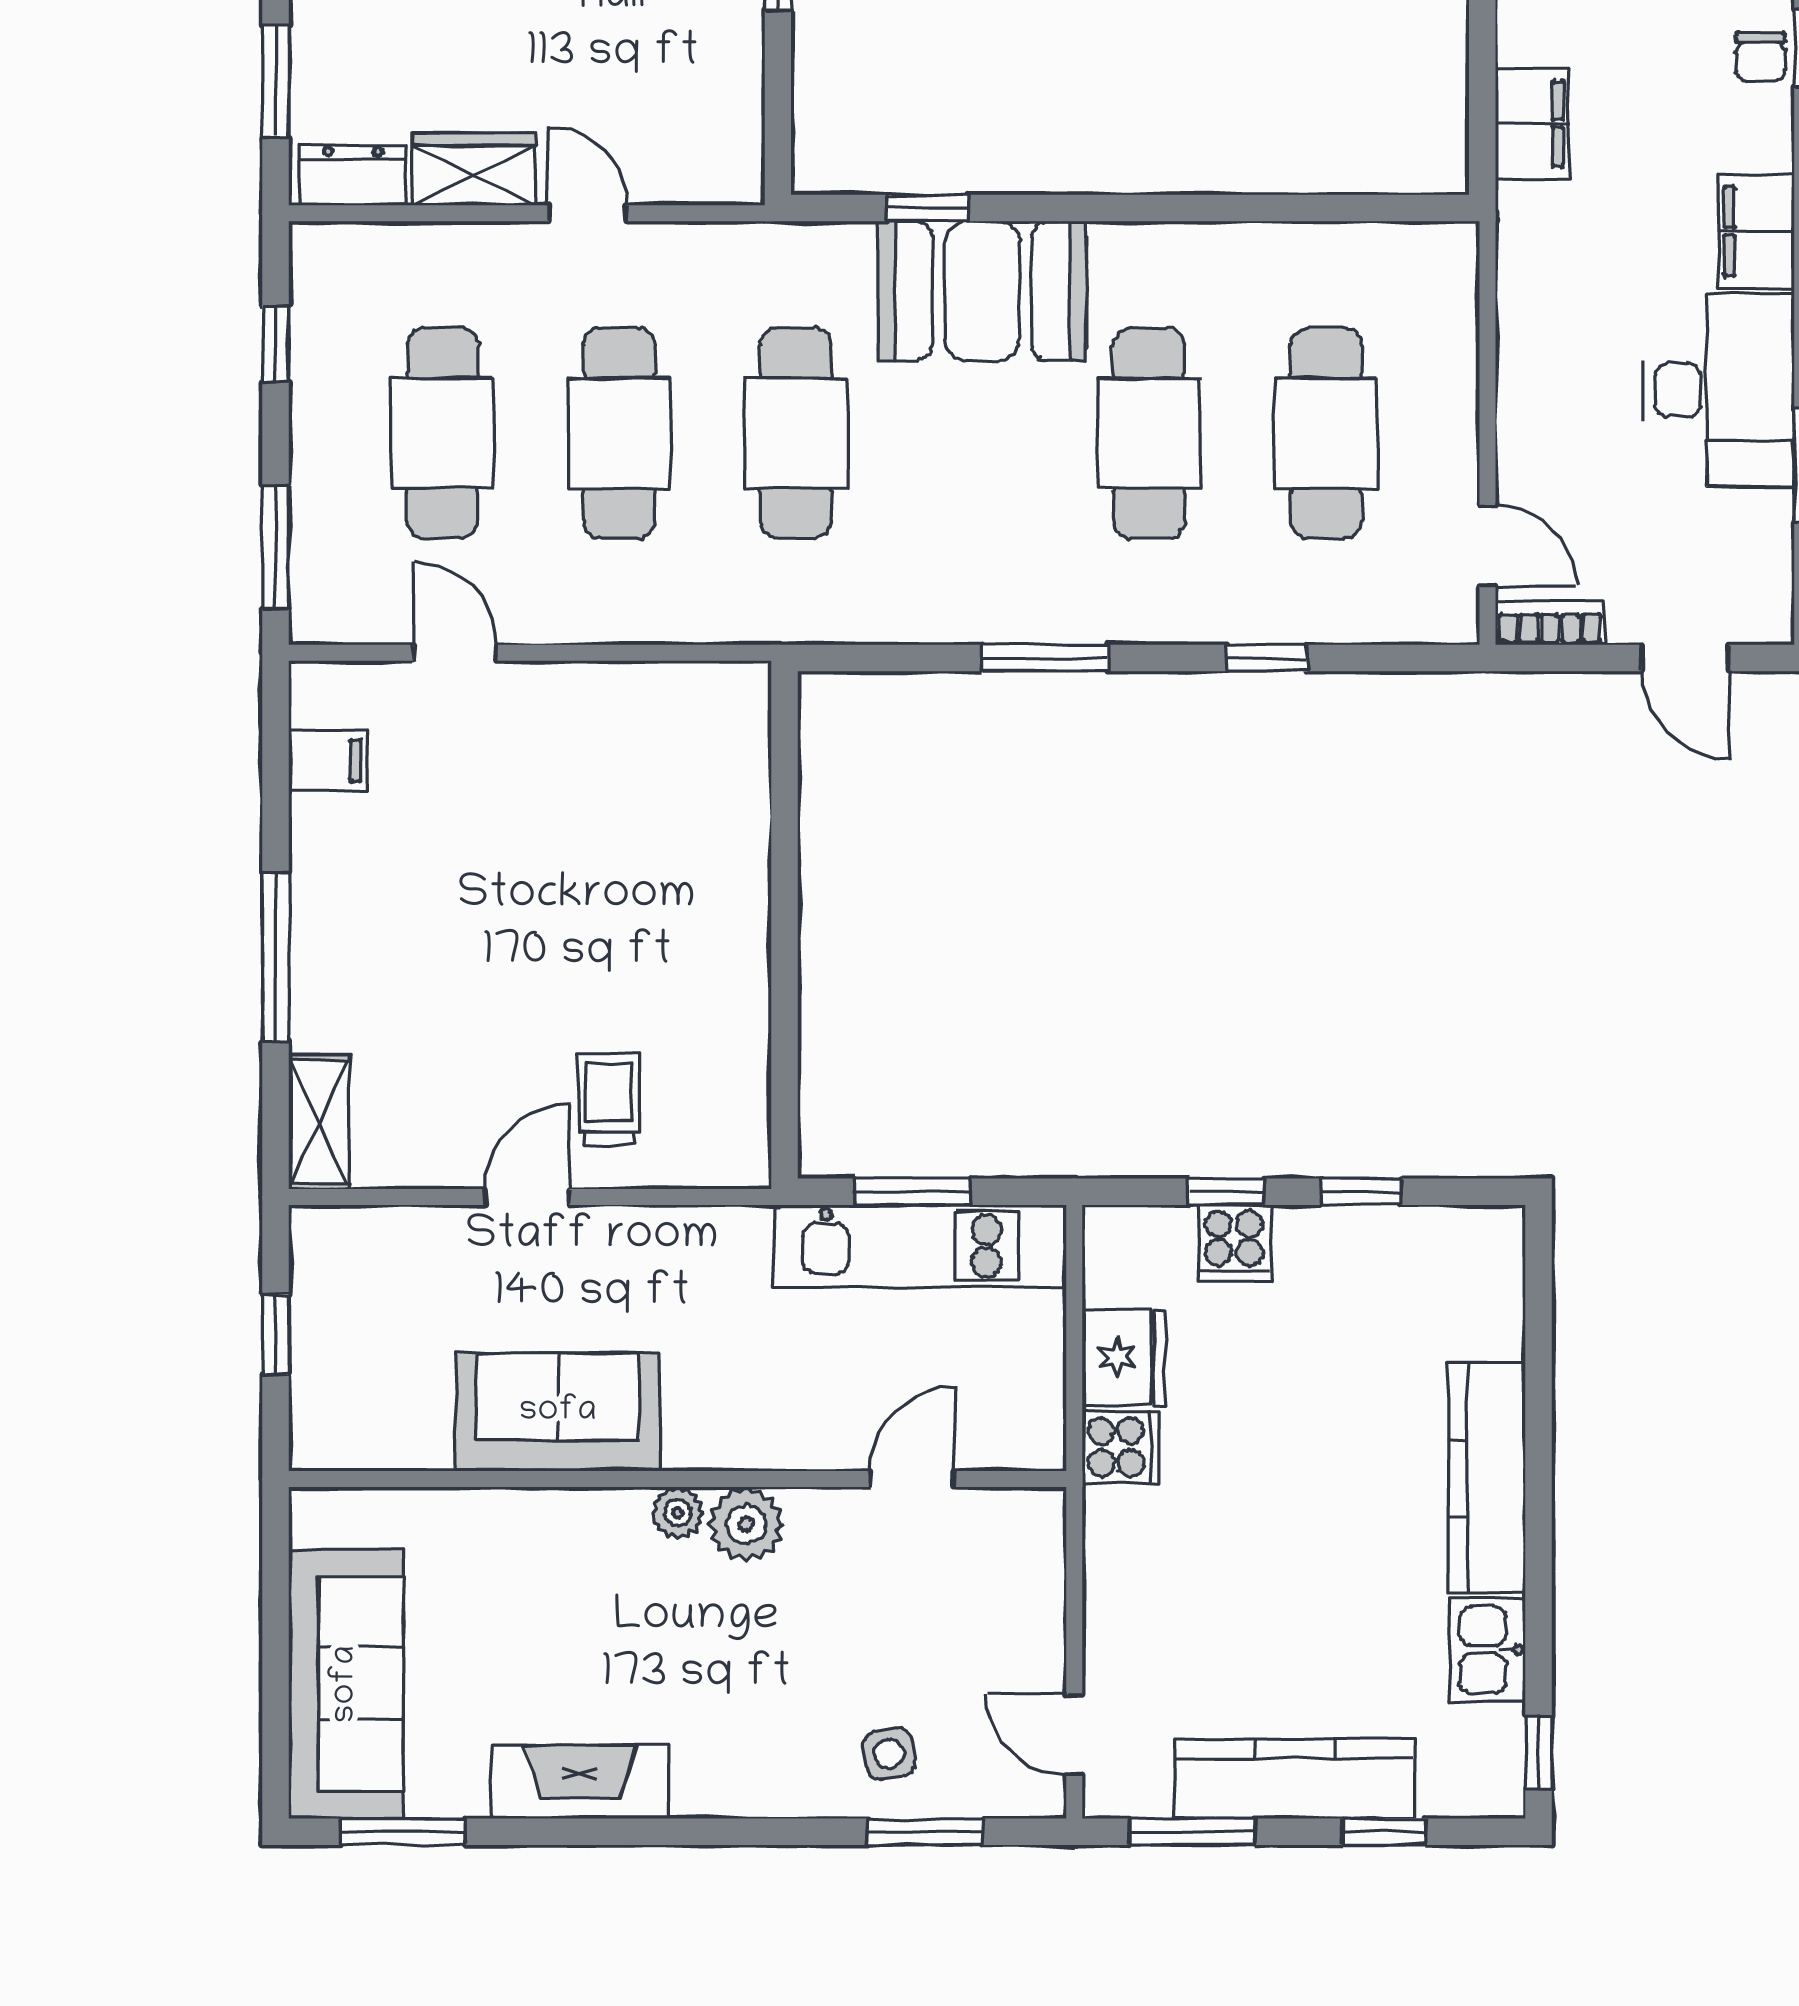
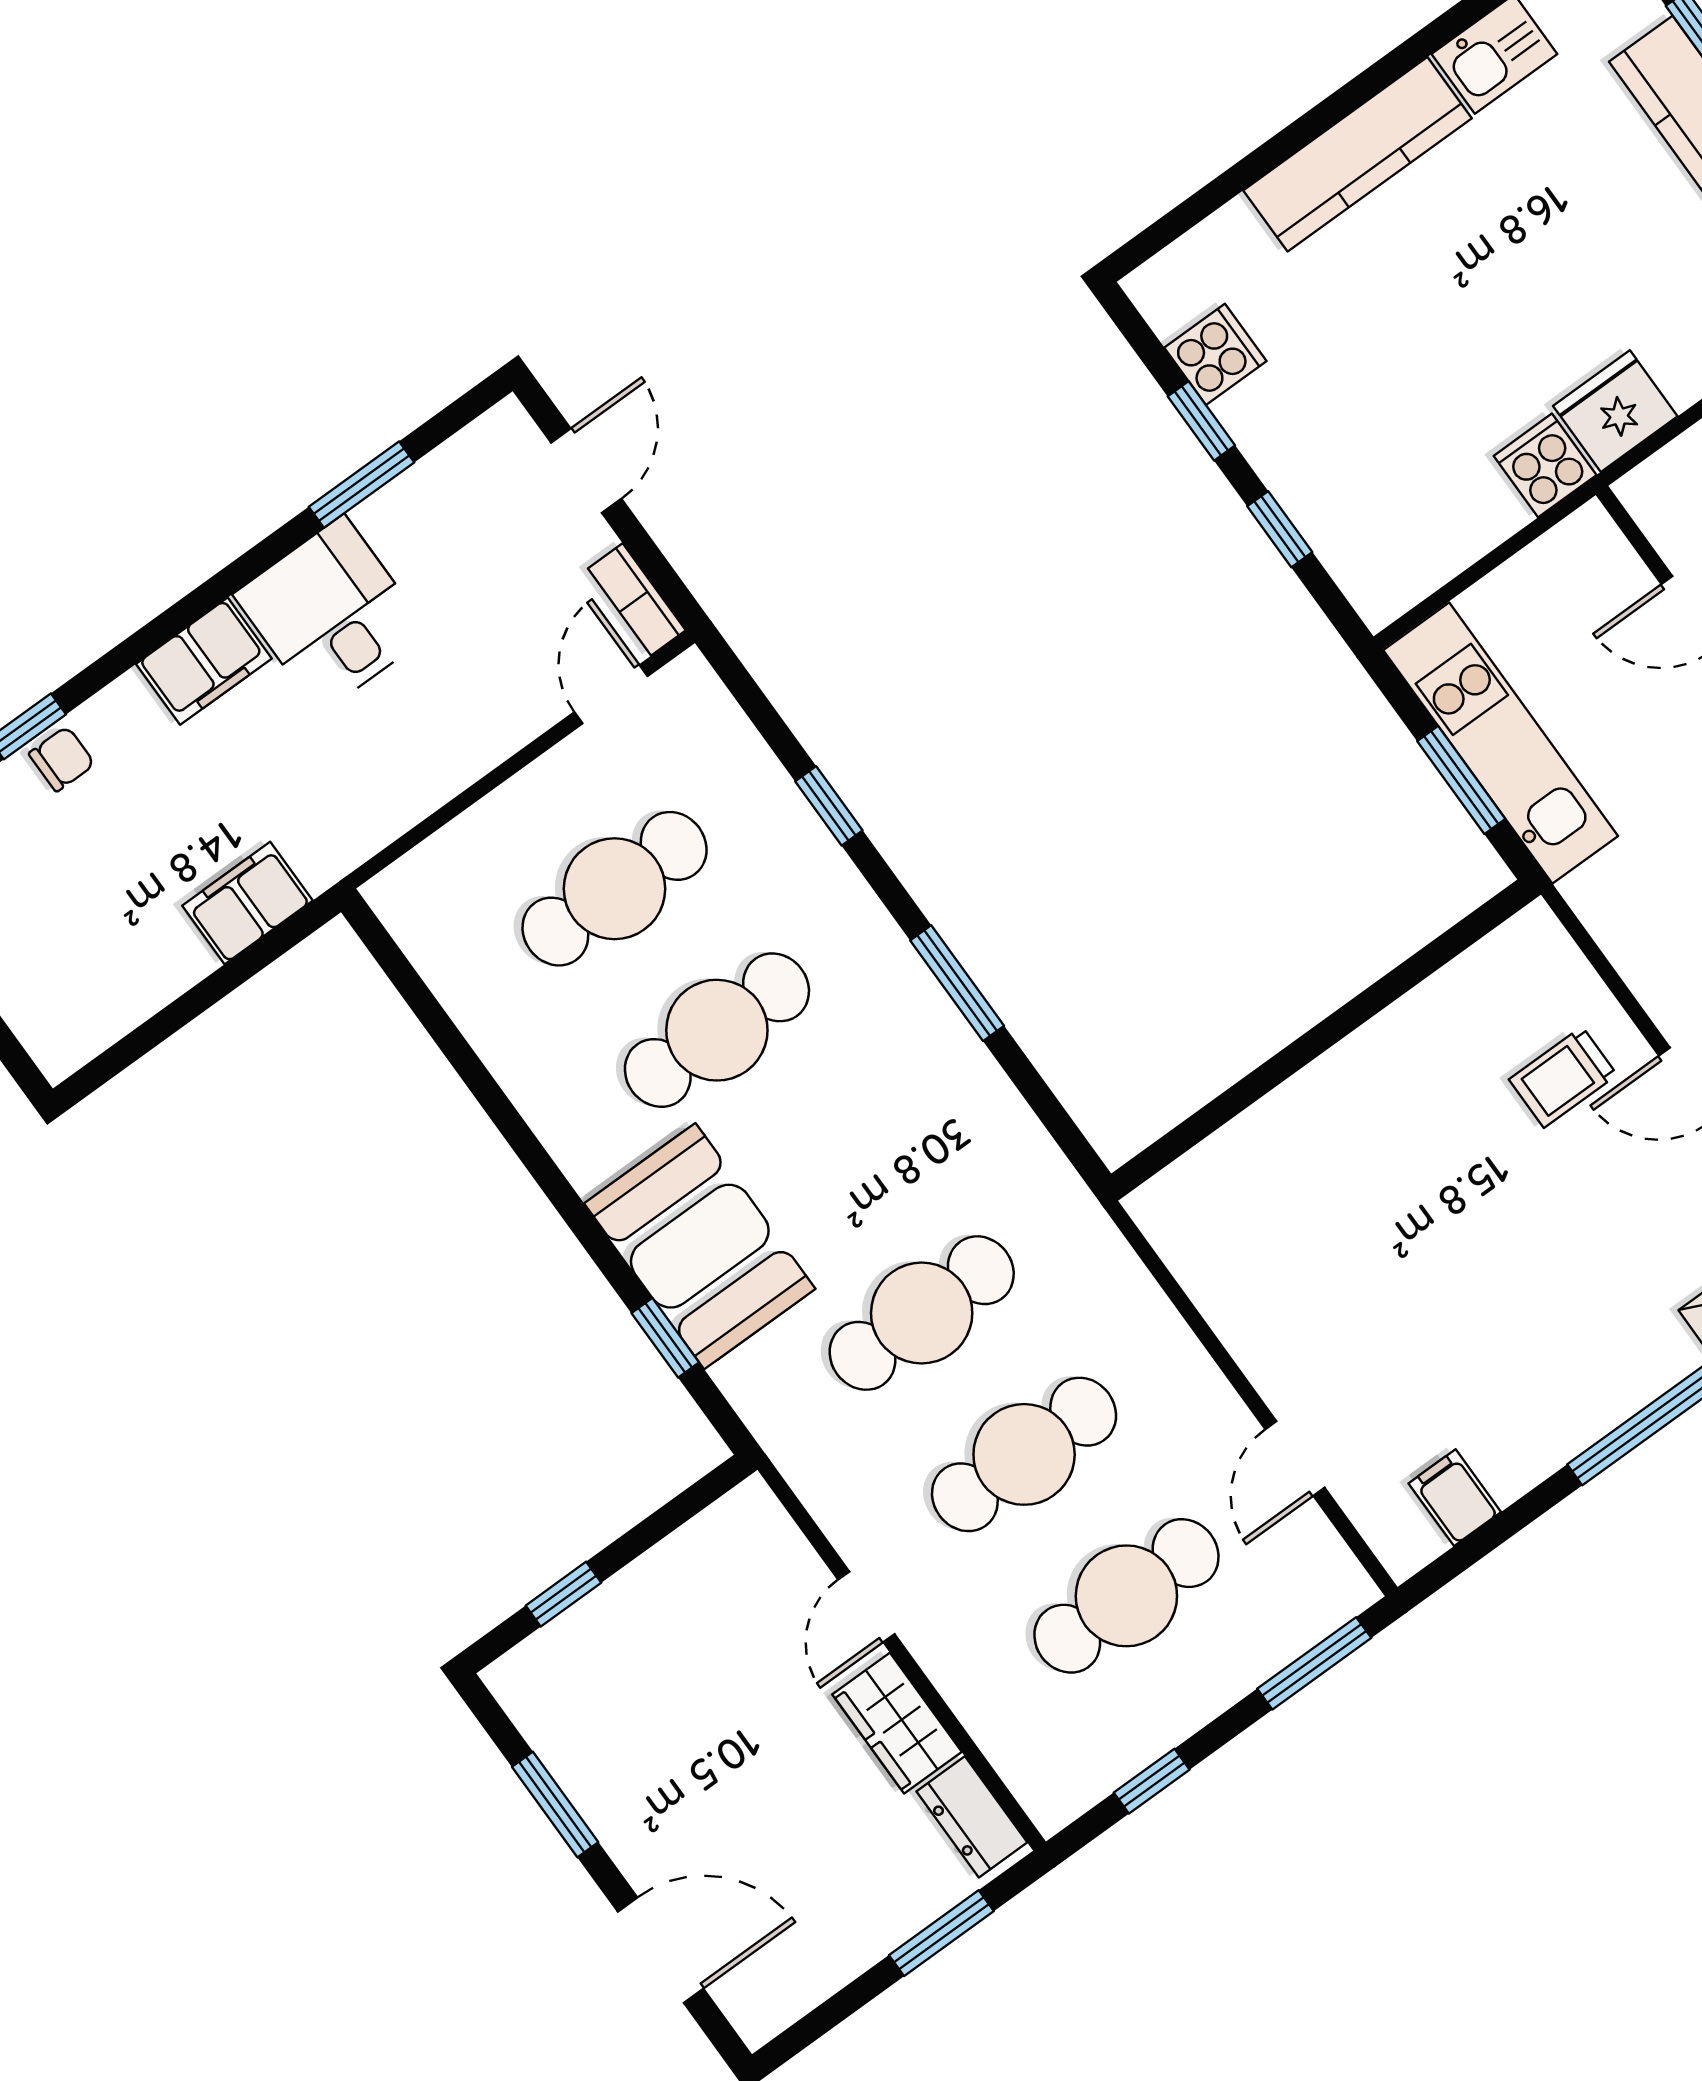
desk: (1719, 390) -> (332, 614), width x0.73
cooker: (1234, 1243) -> (1215, 354), moved
fridge: (1124, 1357) -> (1615, 411), moved

